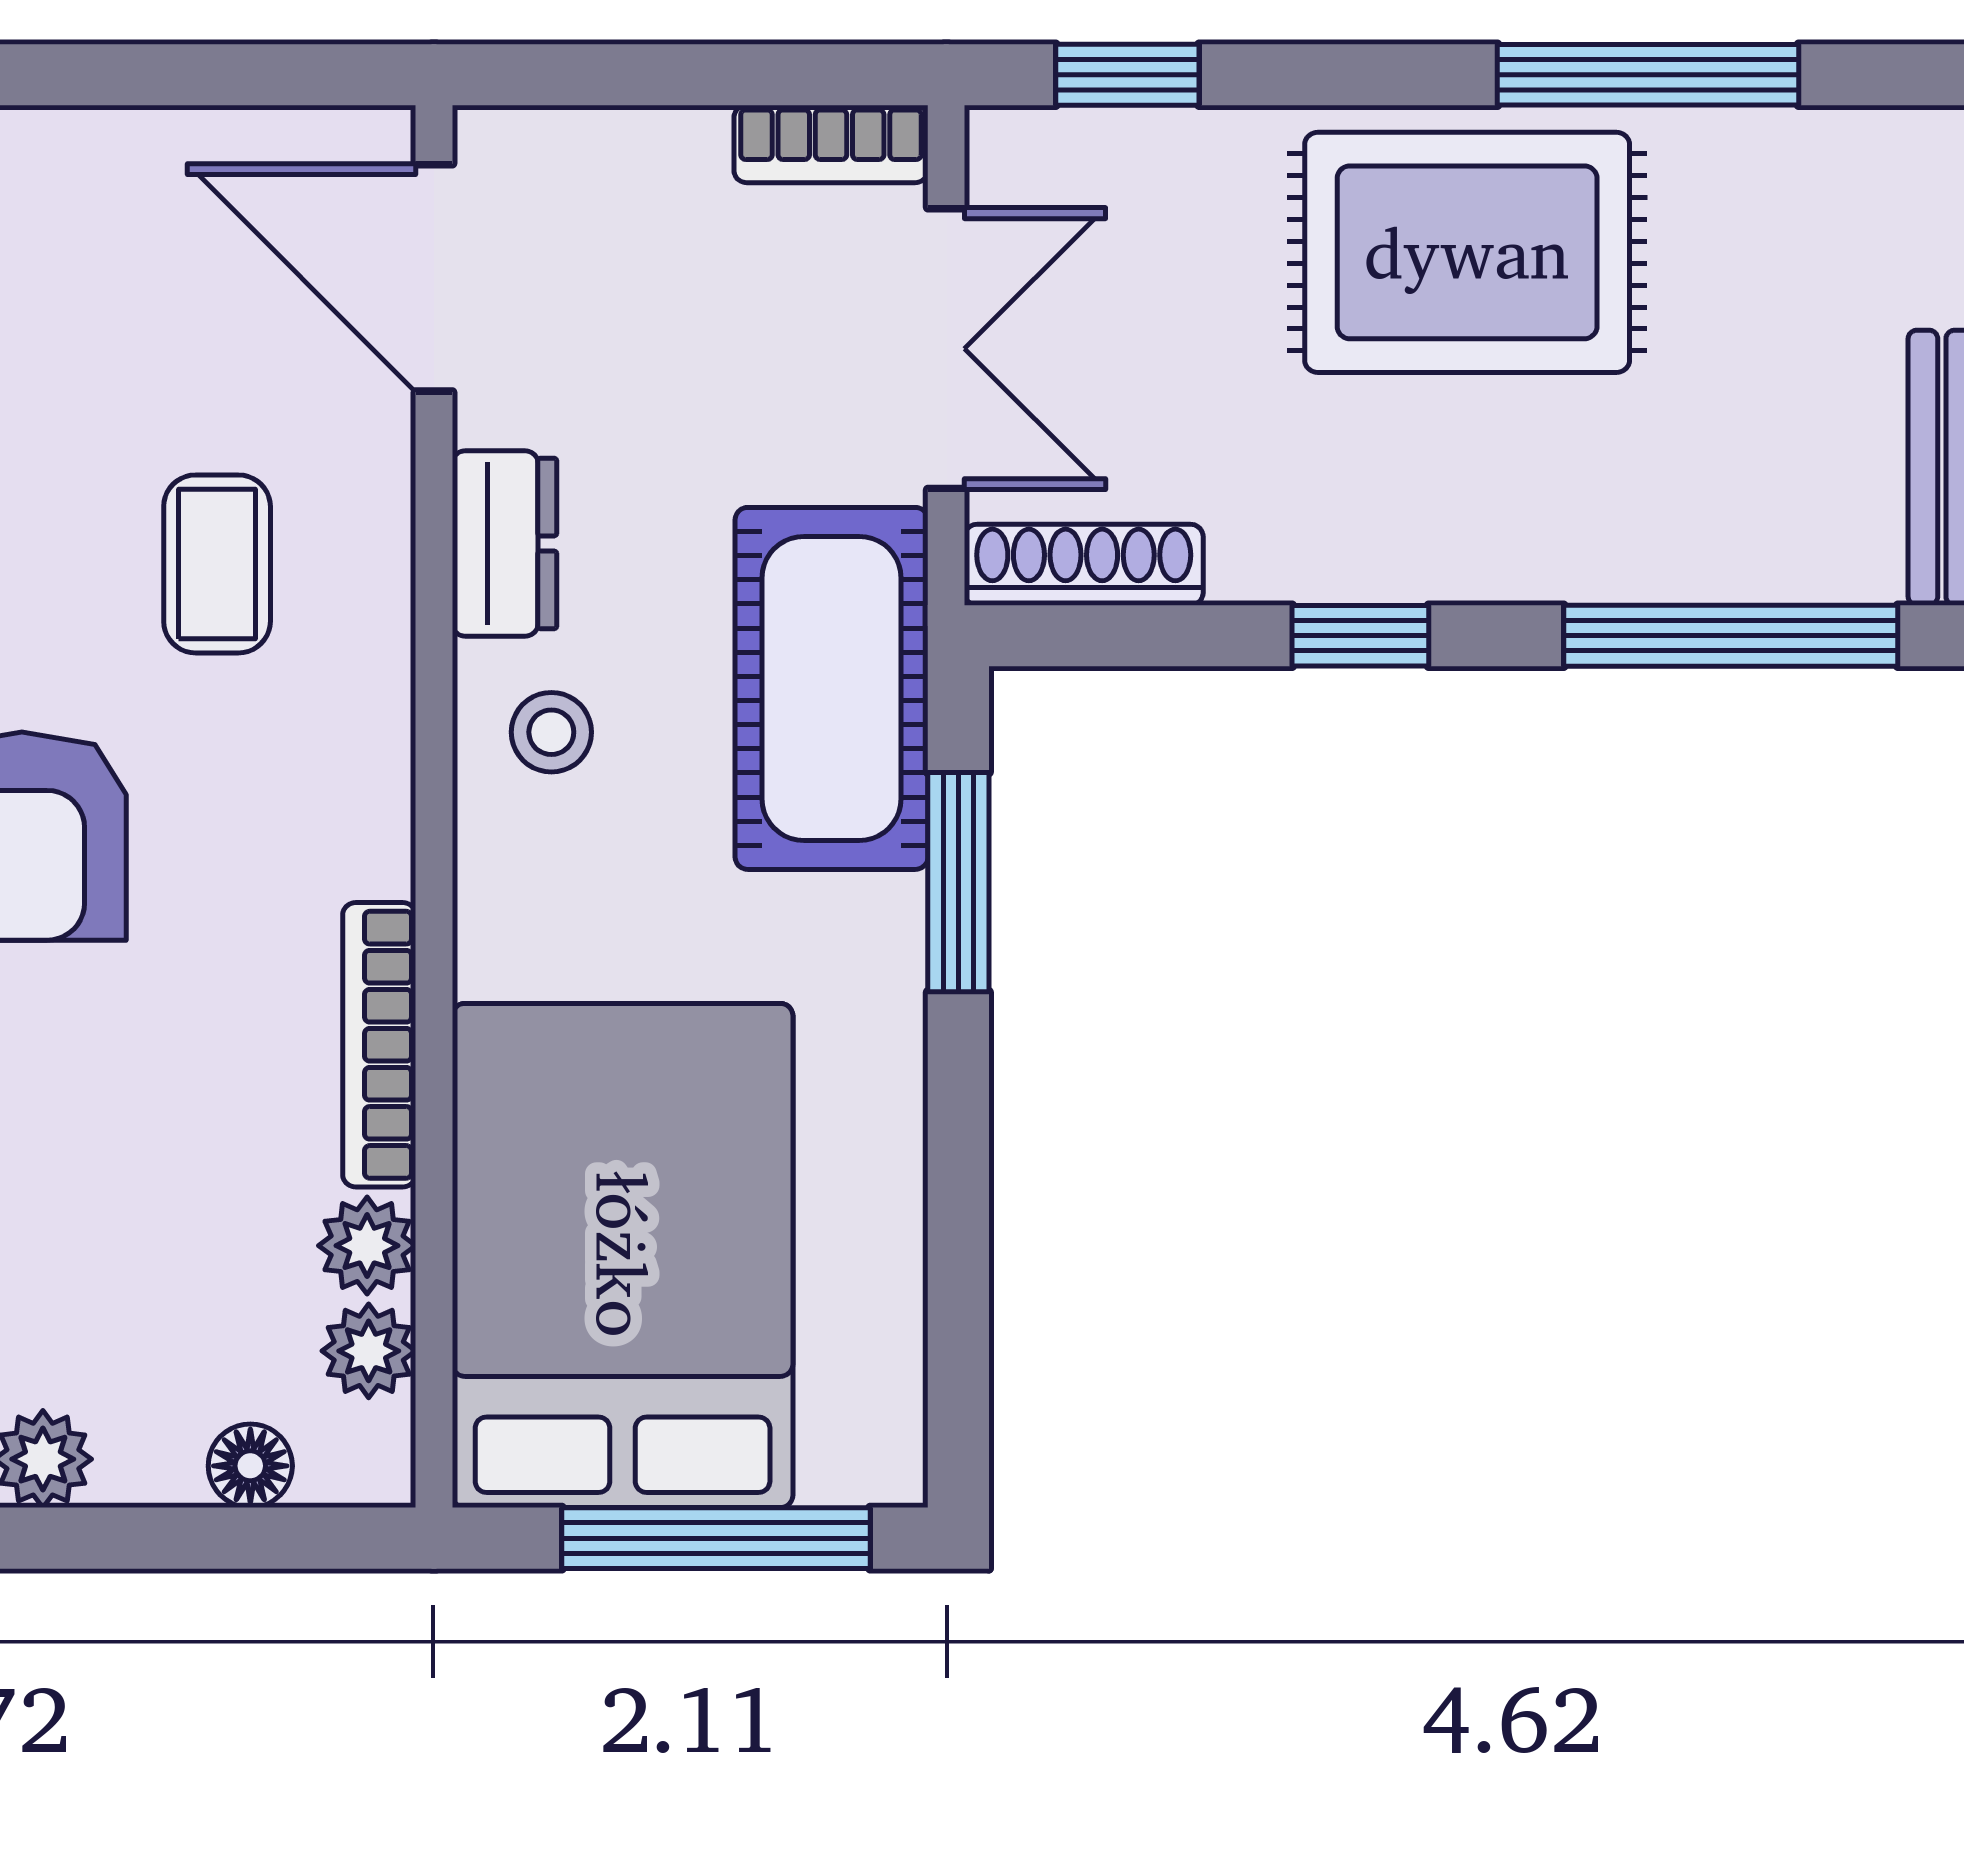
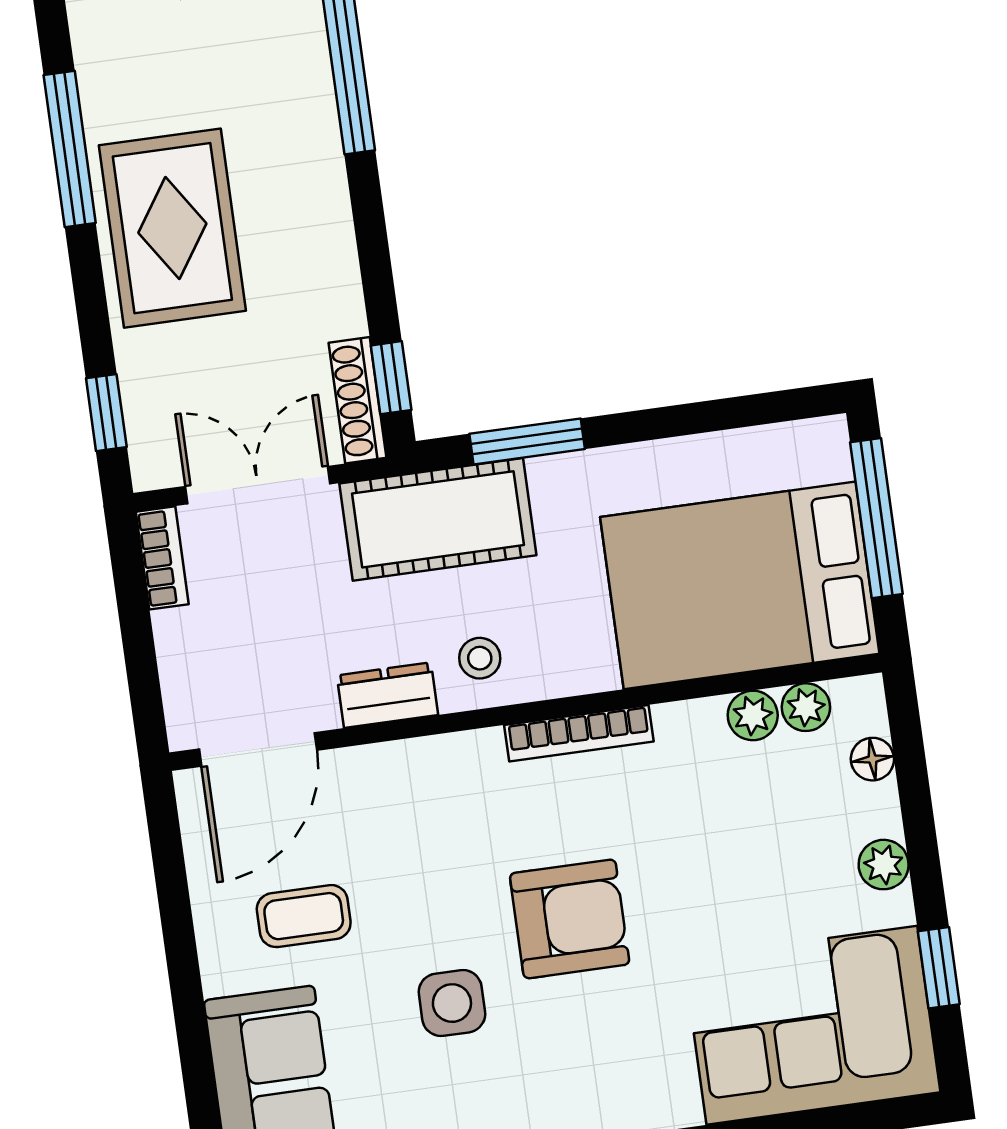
coffee table: (217, 564) -> (304, 916), moved
window: (1360, 636) -> (391, 378), moved
bookcase: (379, 1045) -> (579, 733), moved

